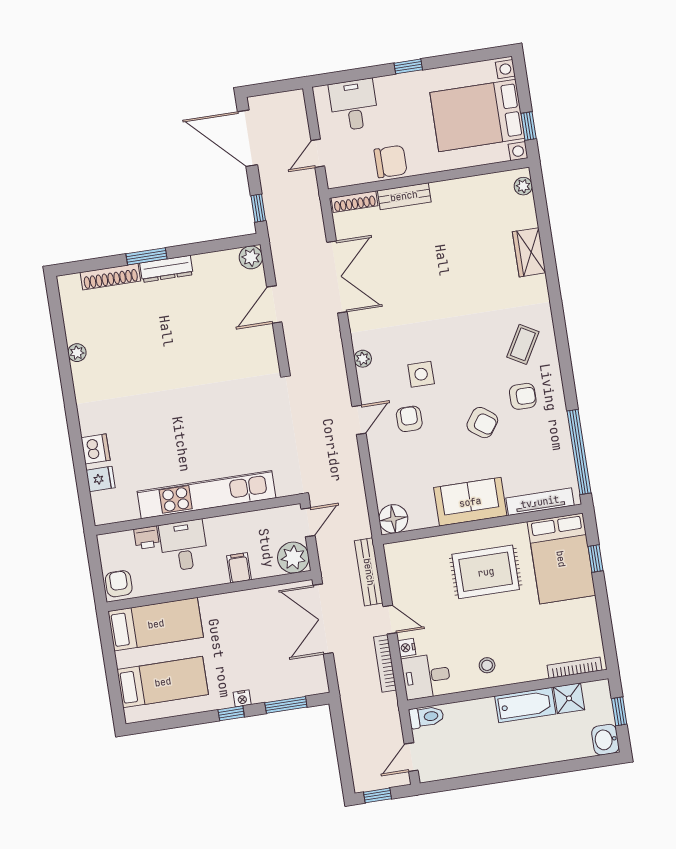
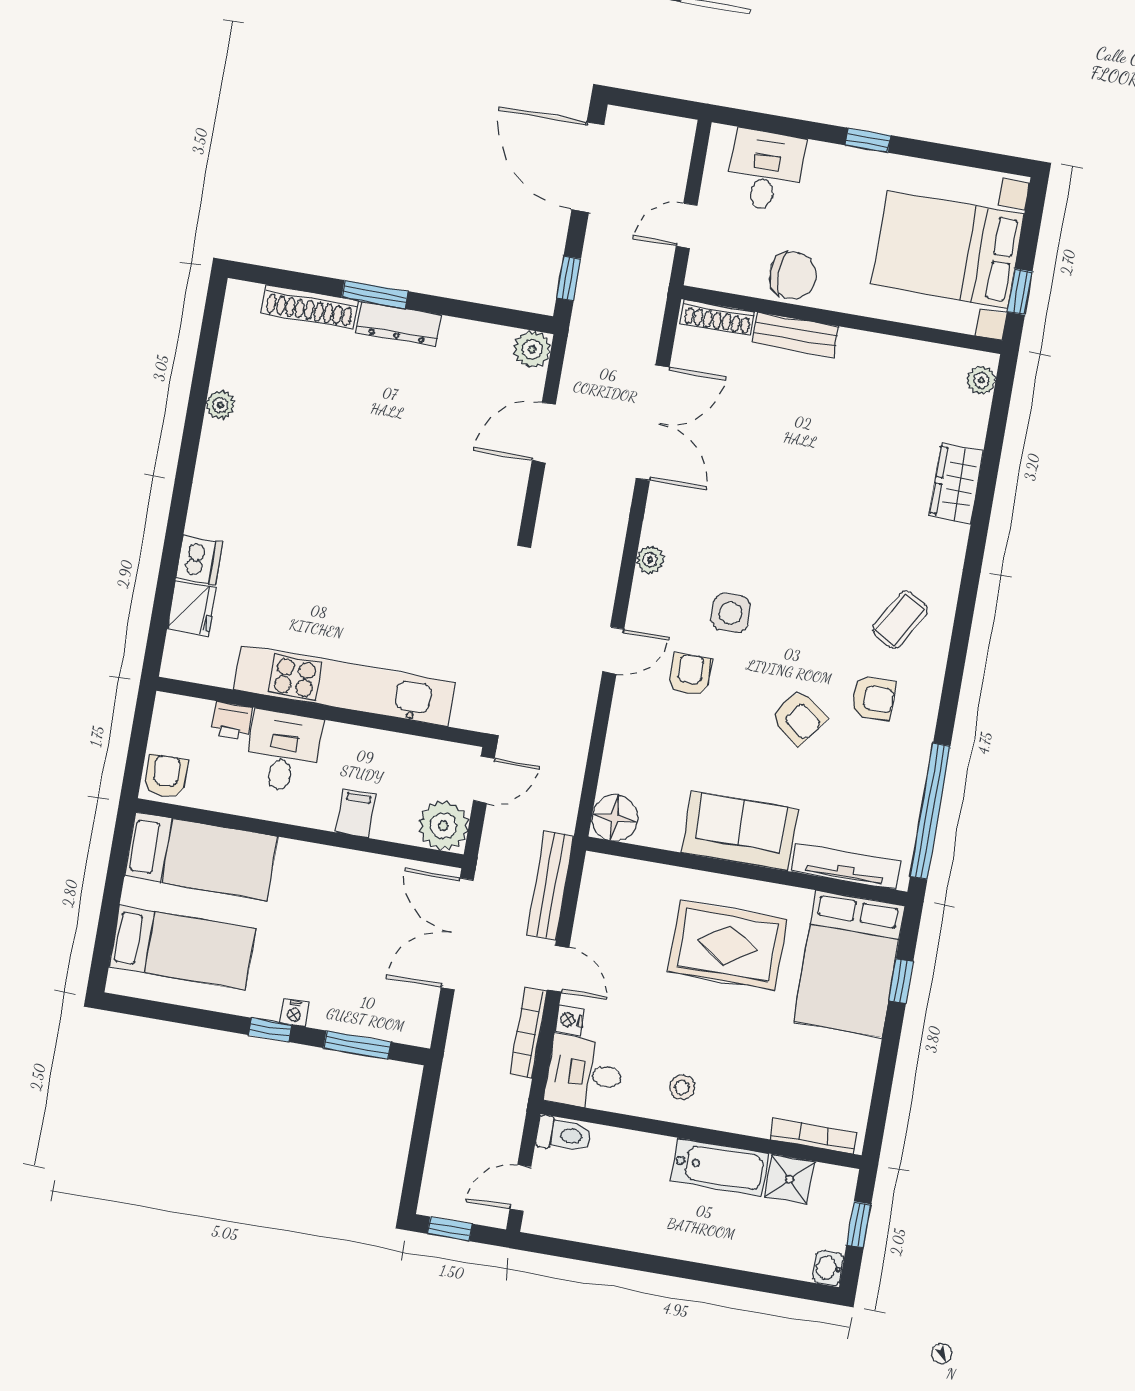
fridge: (101, 479) -> (192, 608), width x1.38
washbasin: (605, 740) -> (828, 1268), width x0.72, depth x0.69

